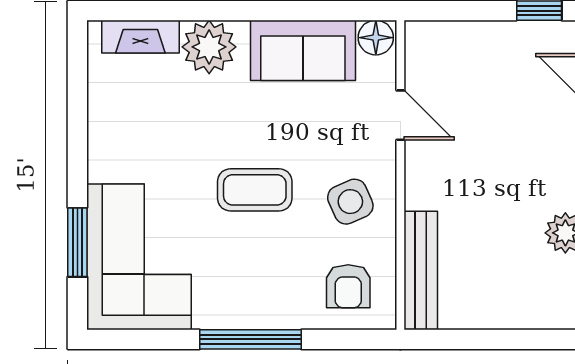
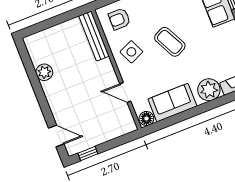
coffee table: (255, 190) -> (170, 42), turned 63
armchair: (348, 286) -> (119, 19), turned -90

